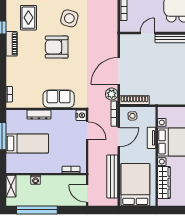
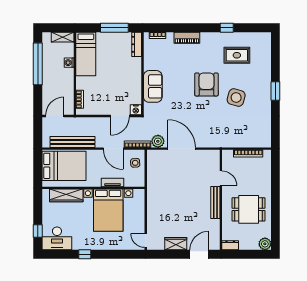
piano: (12, 44) -> (187, 38), moved
shoe rack: (134, 100) -> (152, 165), removed
dresser: (39, 115) -> (137, 44), moved
bed: (27, 143) -> (86, 54), moved

